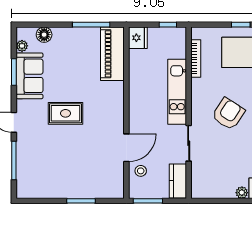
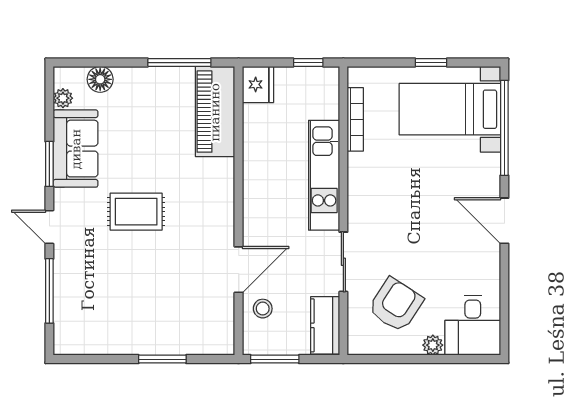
window: (14, 72) -> (49, 164), moved
armchair: (228, 114) -> (396, 305), moved

